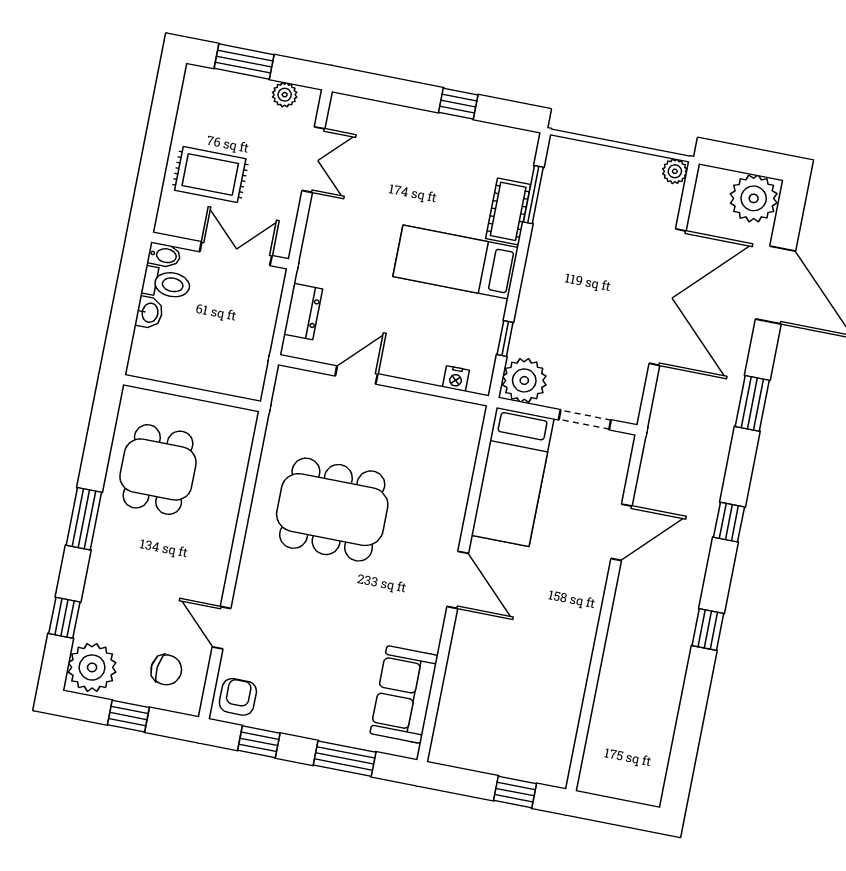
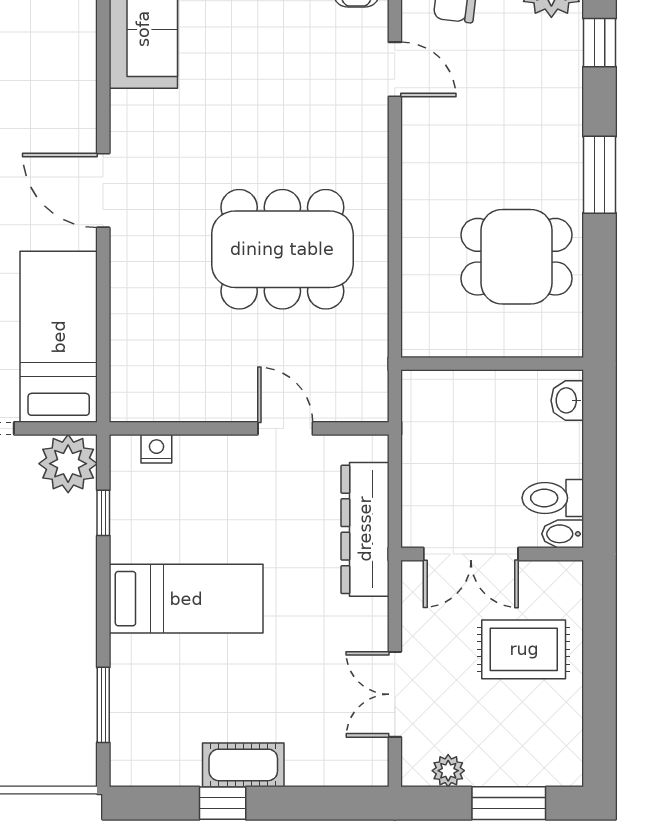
cot: (508, 211) -> (243, 765), moved, turned 90
dresser: (303, 312) -> (365, 529), width x1.96, depth x1.24
washbasin: (149, 313) -> (567, 400), moved
door: (356, 375) -> (285, 428), swing flipped
dining table: (158, 470) -> (516, 257), turned 90

